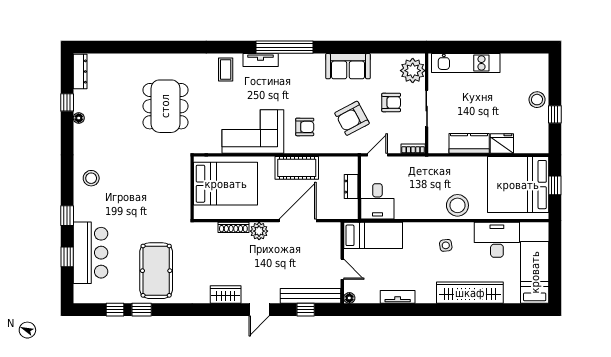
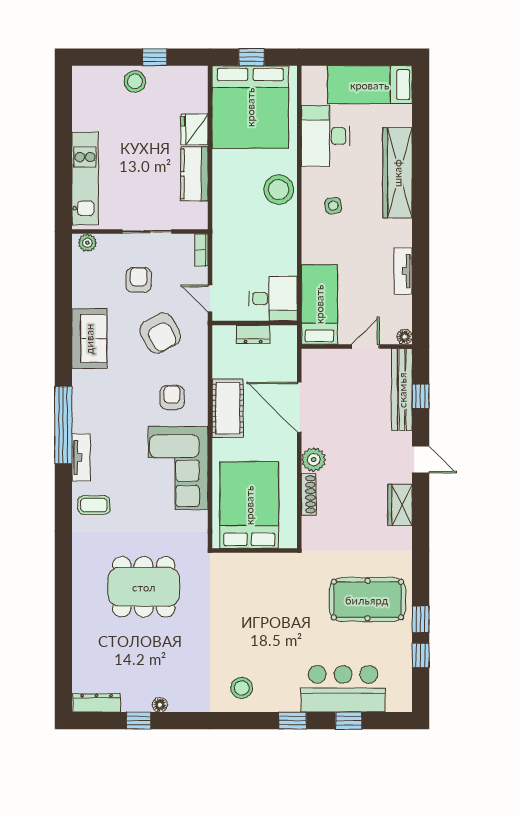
plant: (413, 71) -> (87, 243), width x0.53, depth x0.53

